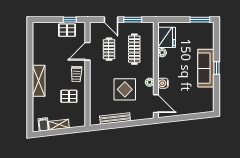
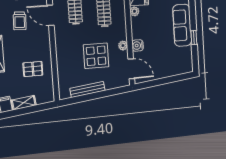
door: (87, 51) -> (51, 15), hinge flipped
window: (217, 68) -> (194, 38), moved
trolley: (76, 74) -> (20, 21), moved

